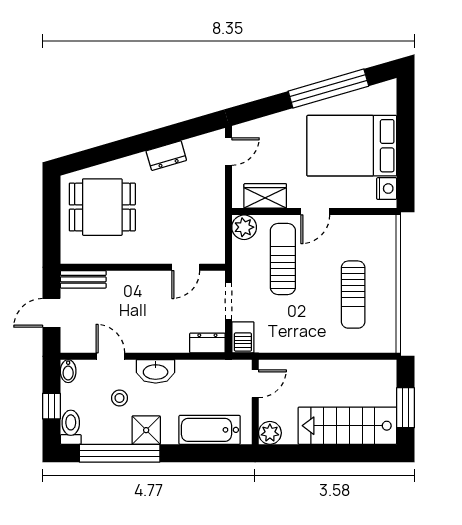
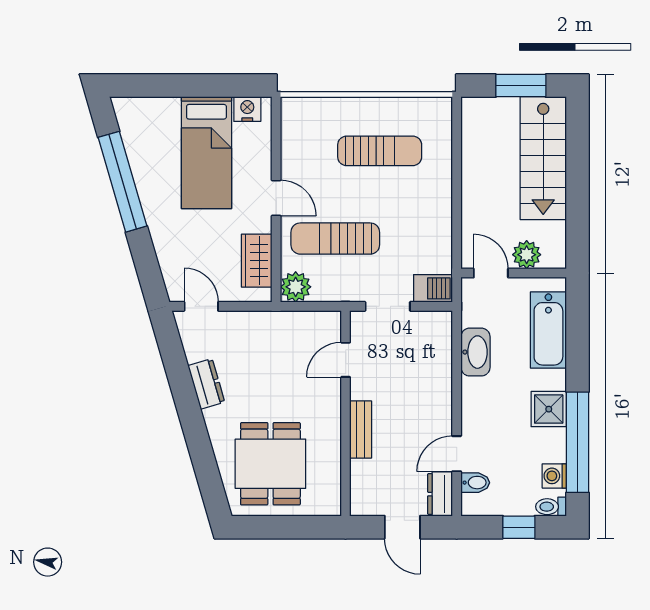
bed: (352, 146) -> (206, 153), width x0.67
door: (186, 267) -> (346, 360), swing flipped
bench: (83, 279) -> (361, 429), moved
dresser: (207, 343) -> (440, 494), moved
bidet: (68, 371) -> (475, 483), moved
washbasin: (156, 371) -> (475, 352), moved
stool: (119, 398) -> (509, 442), removed
toilet: (71, 427) -> (551, 507), width x0.73, depth x0.72
plant: (270, 433) -> (527, 255), moved
washing machine: (93, 435) -> (554, 476), added

